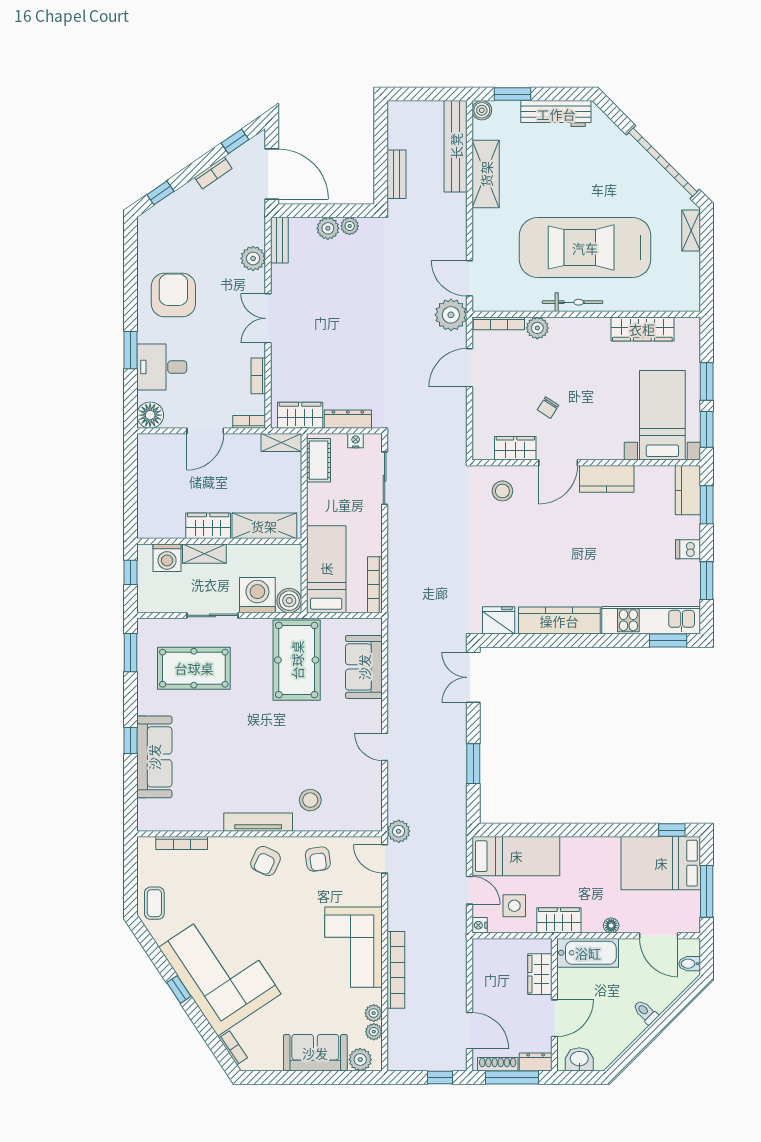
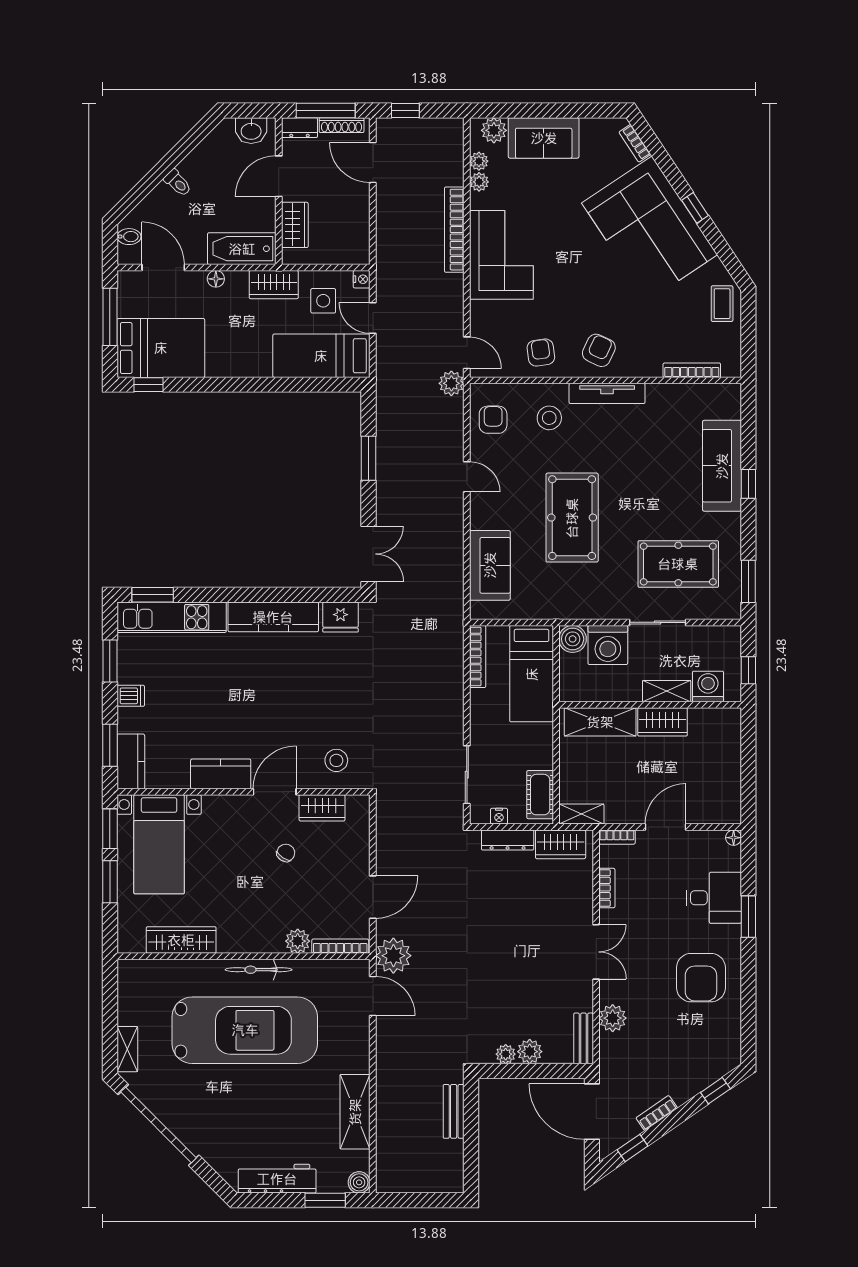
bench: (456, 146) -> (388, 1142), removed
floor lamp: (150, 415) -> (734, 838), width x0.53, depth x0.53
pool table: (297, 660) -> (572, 518), moved
armchair: (361, 798) -> (493, 420), added

